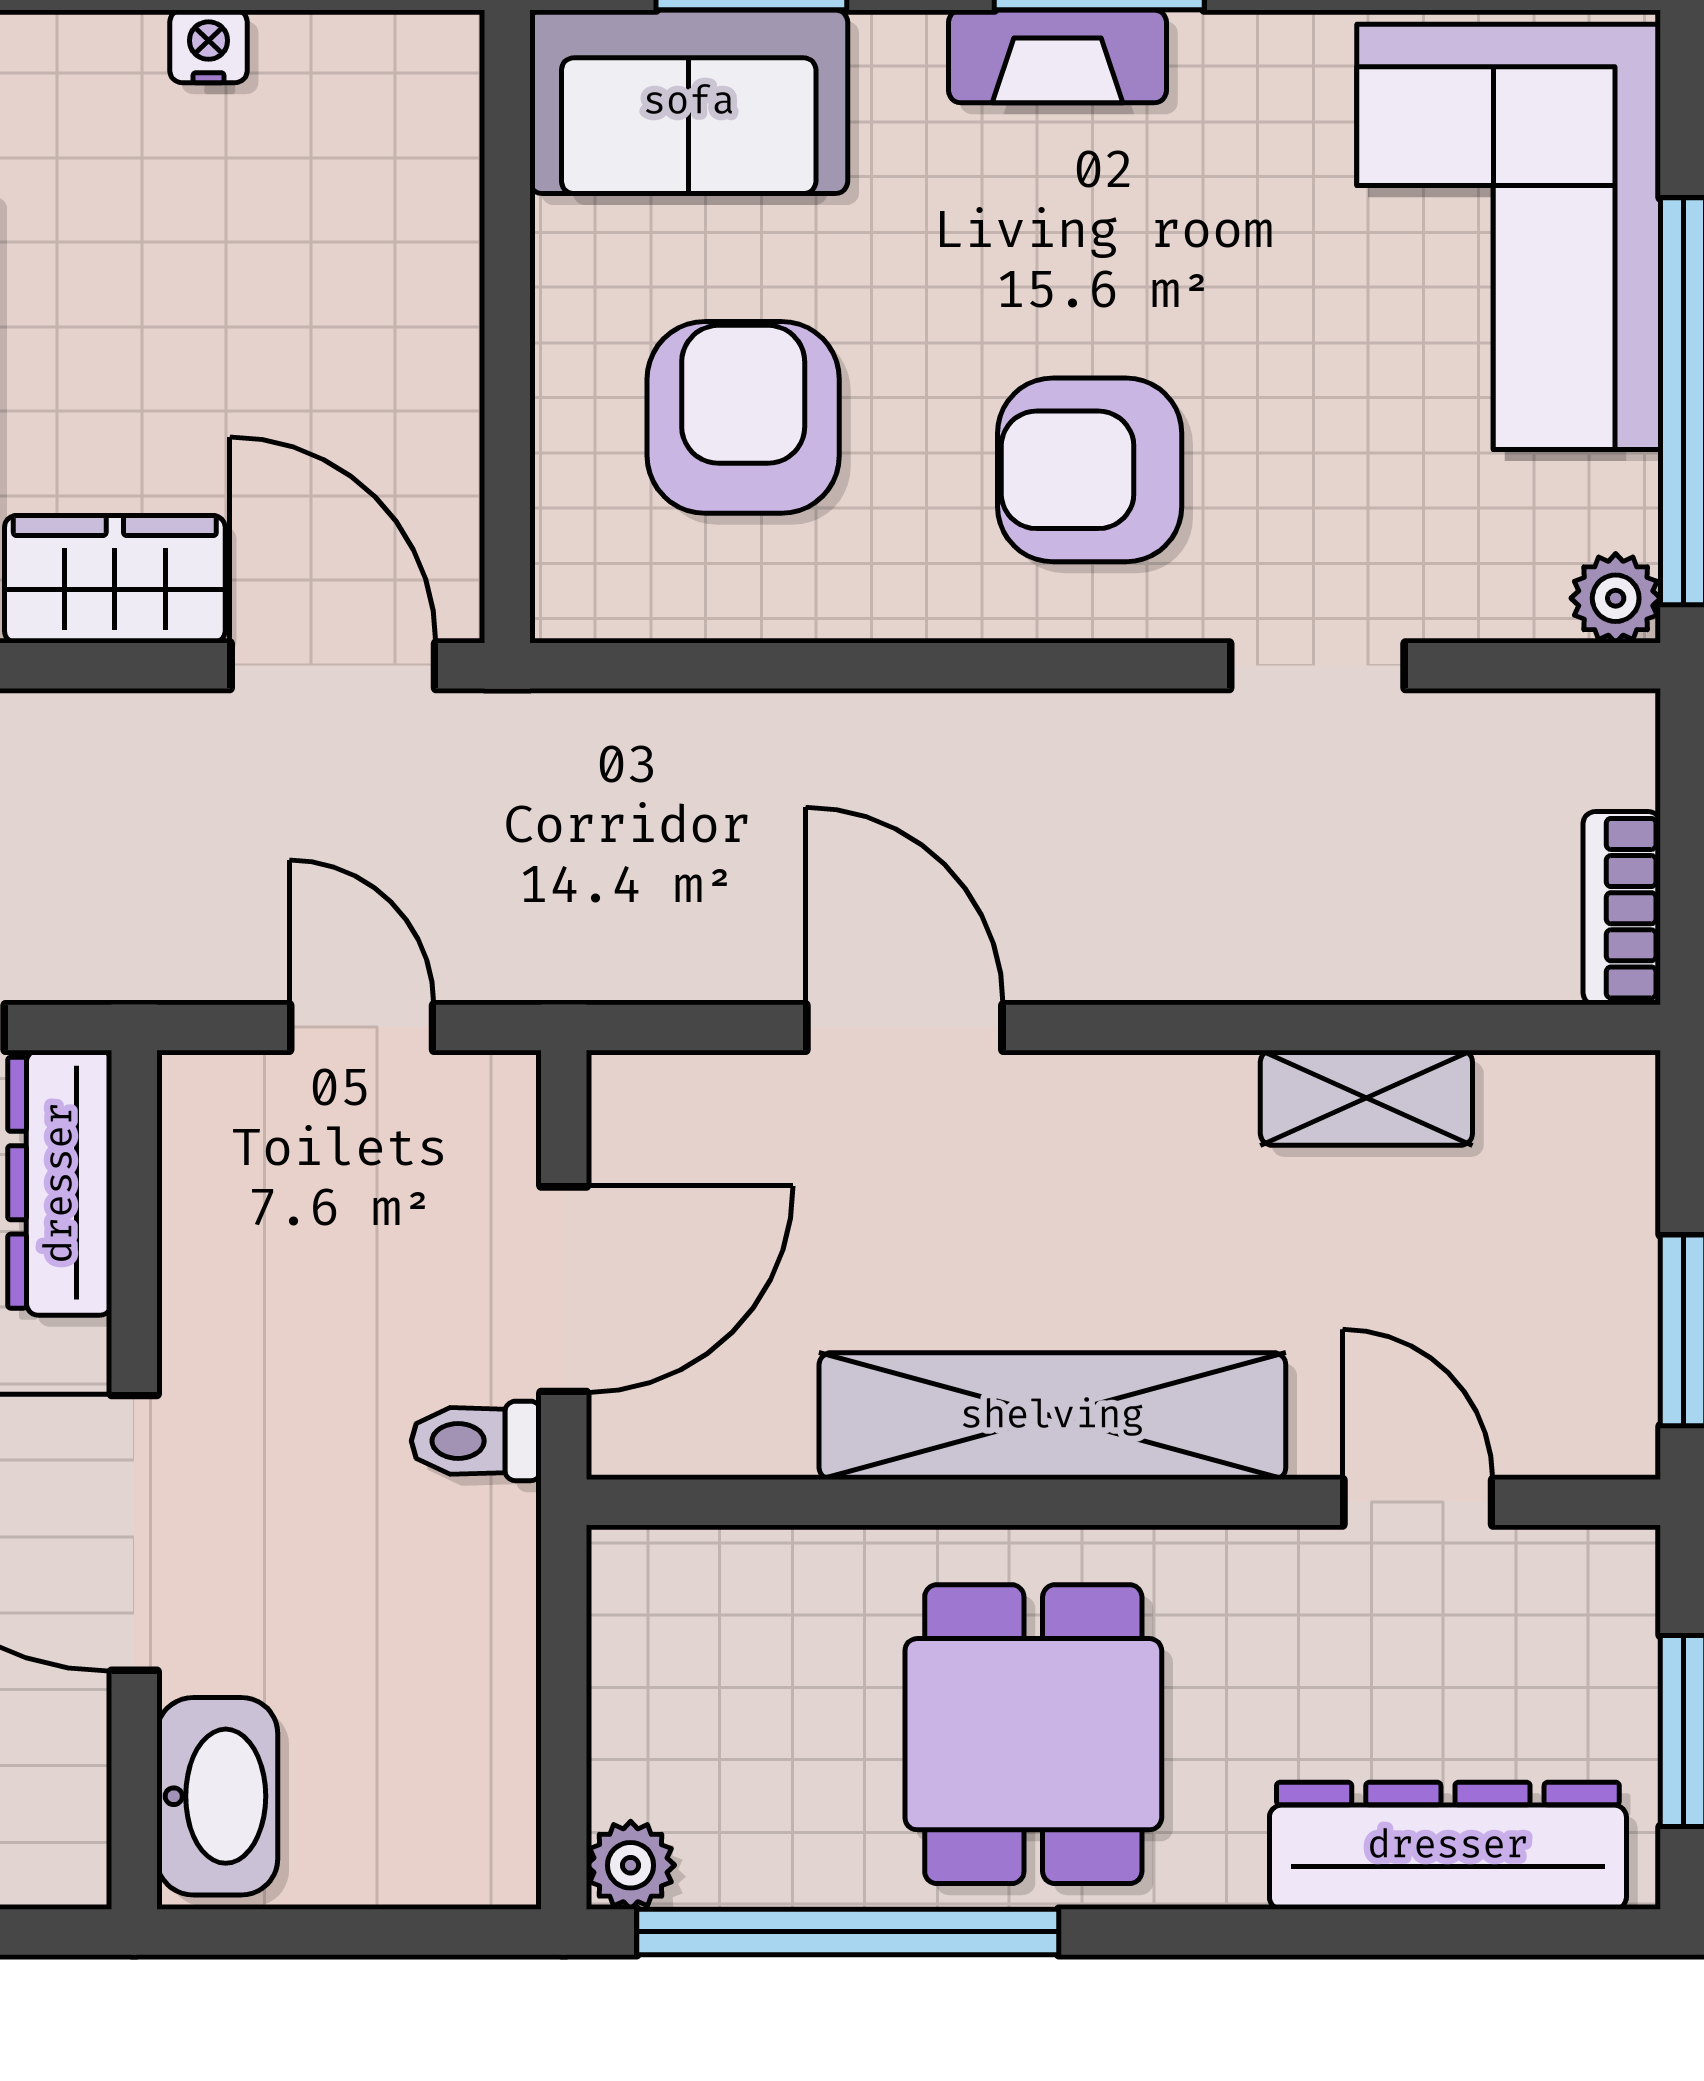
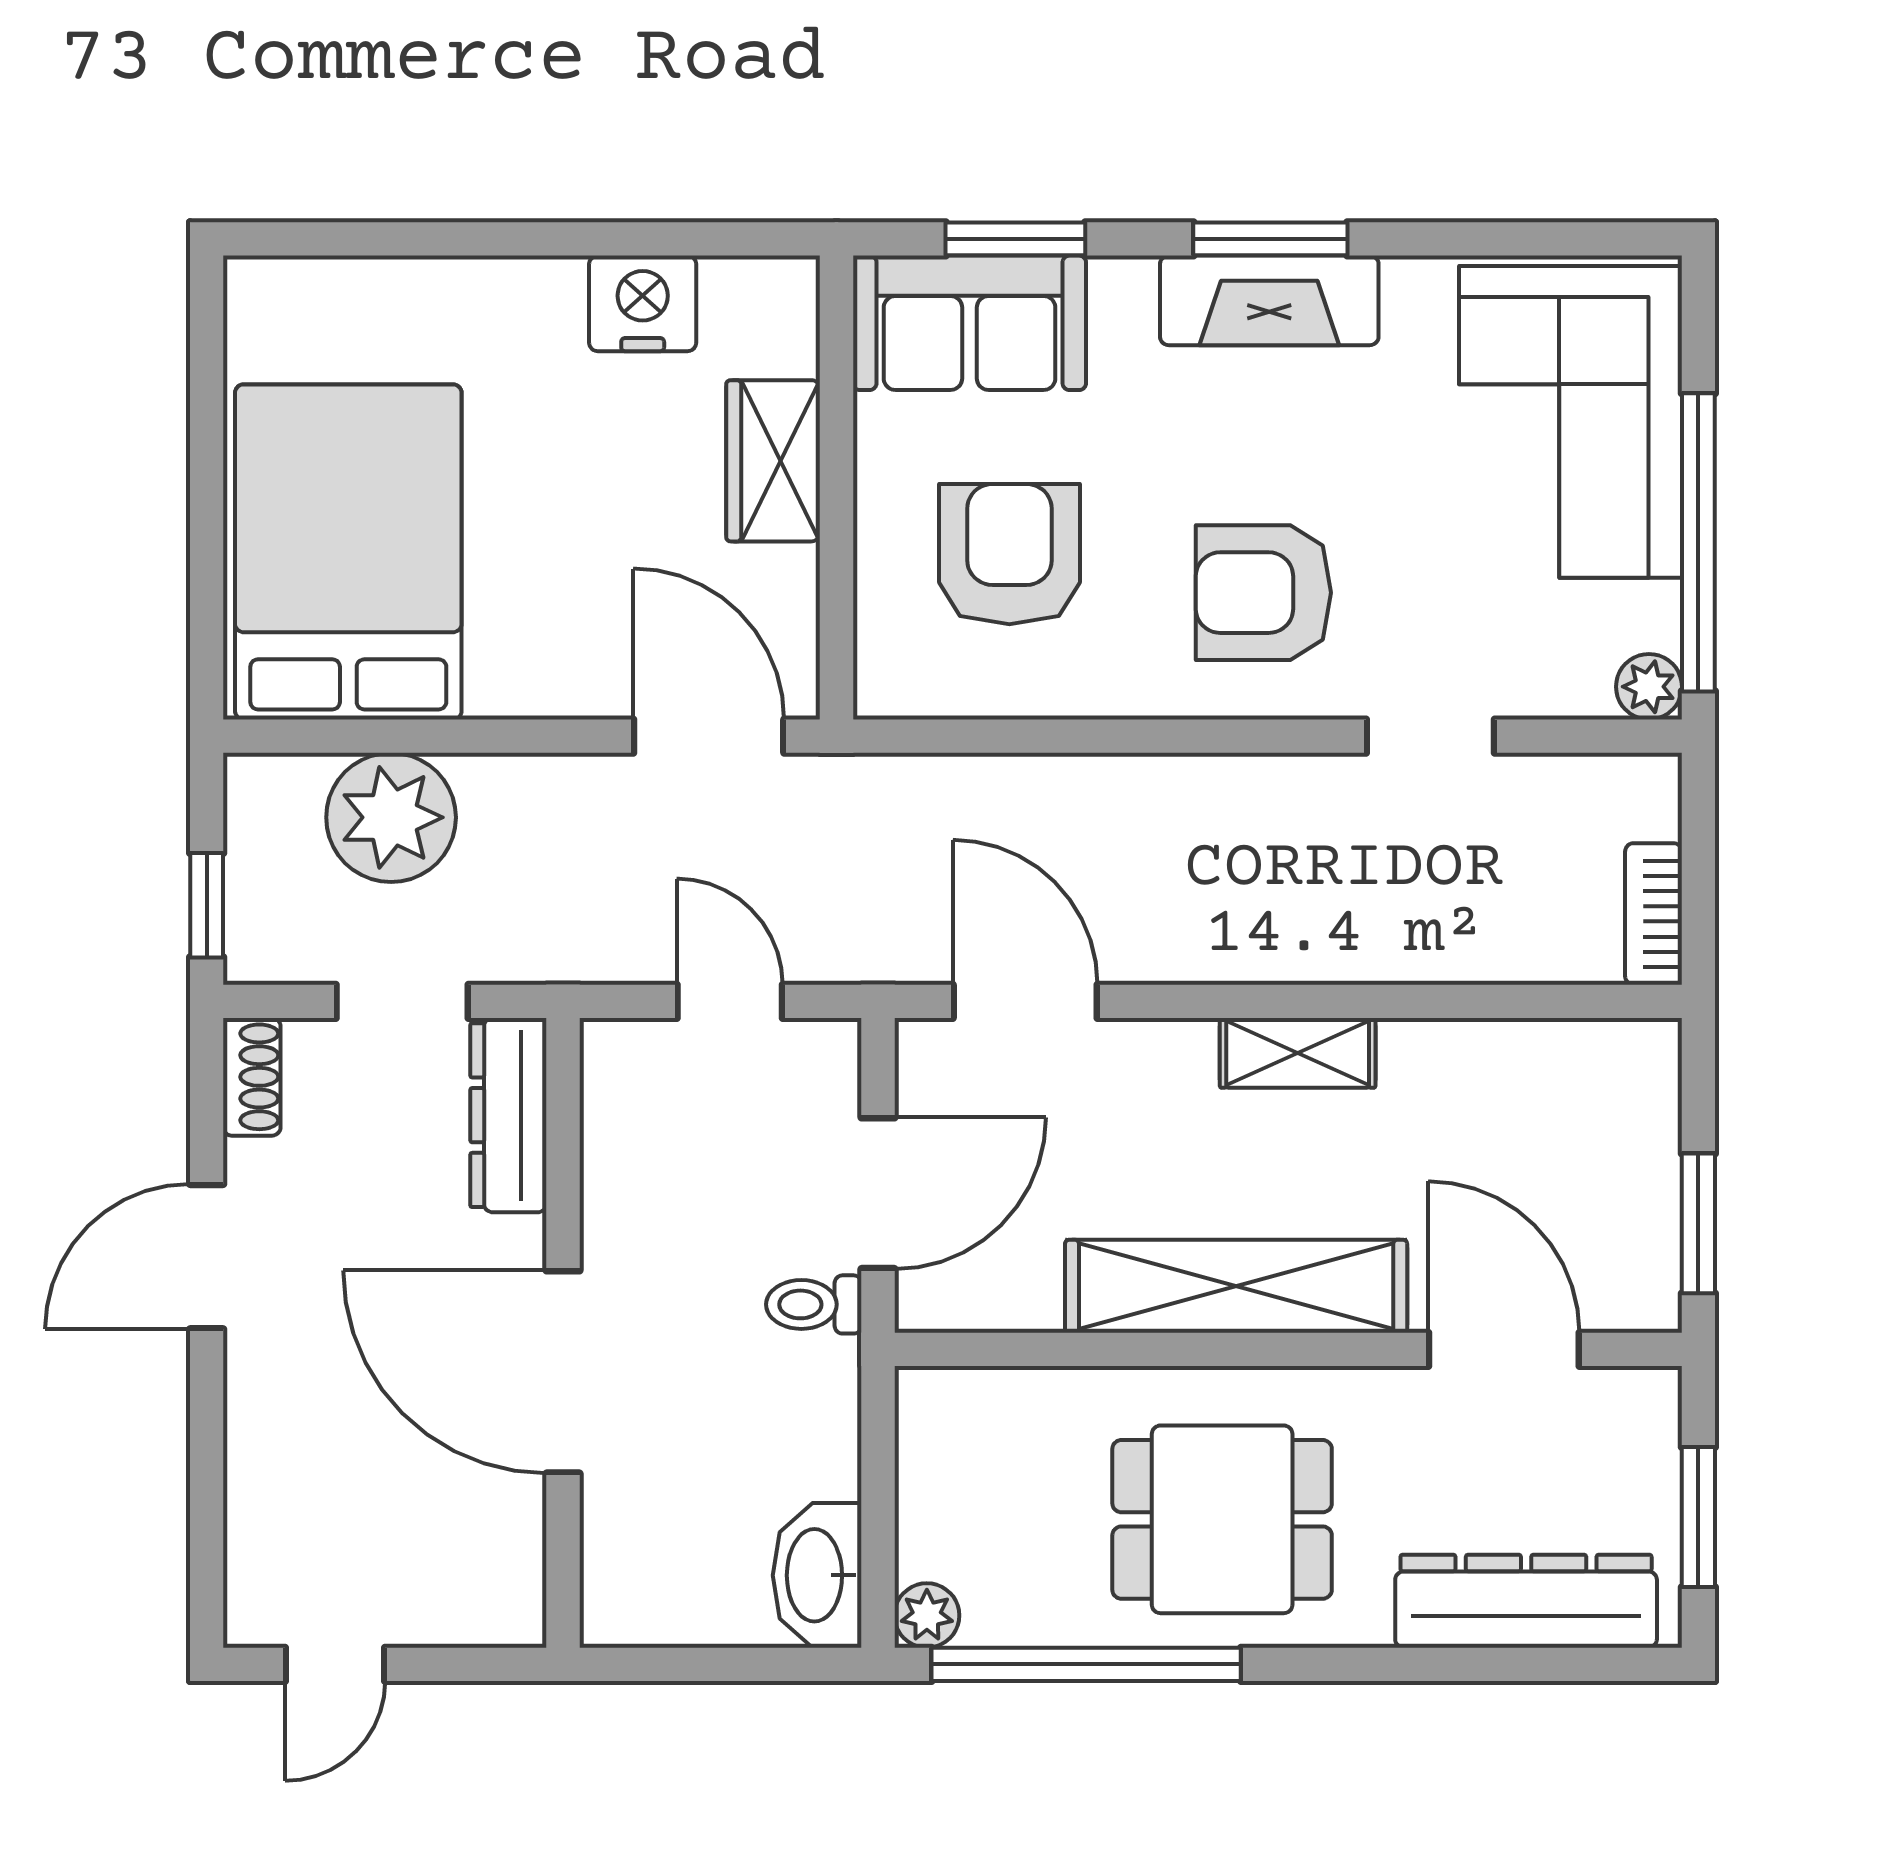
nightstand: (209, 46) -> (643, 303), width x1.89, depth x1.79
fireplace: (1058, 56) -> (1269, 300), width x1.37, depth x1.32
wardrobe: (115, 579) -> (773, 461), moved, turned -90
door: (904, 1027) -> (1025, 1001), moved
shelving: (1366, 1098) -> (1298, 1053), moved
door: (1418, 1502) -> (1504, 1349), width x1.38
dining table: (1033, 1734) -> (1222, 1519), turned 90
washbasin: (217, 1796) -> (817, 1575), moved, turned 180

